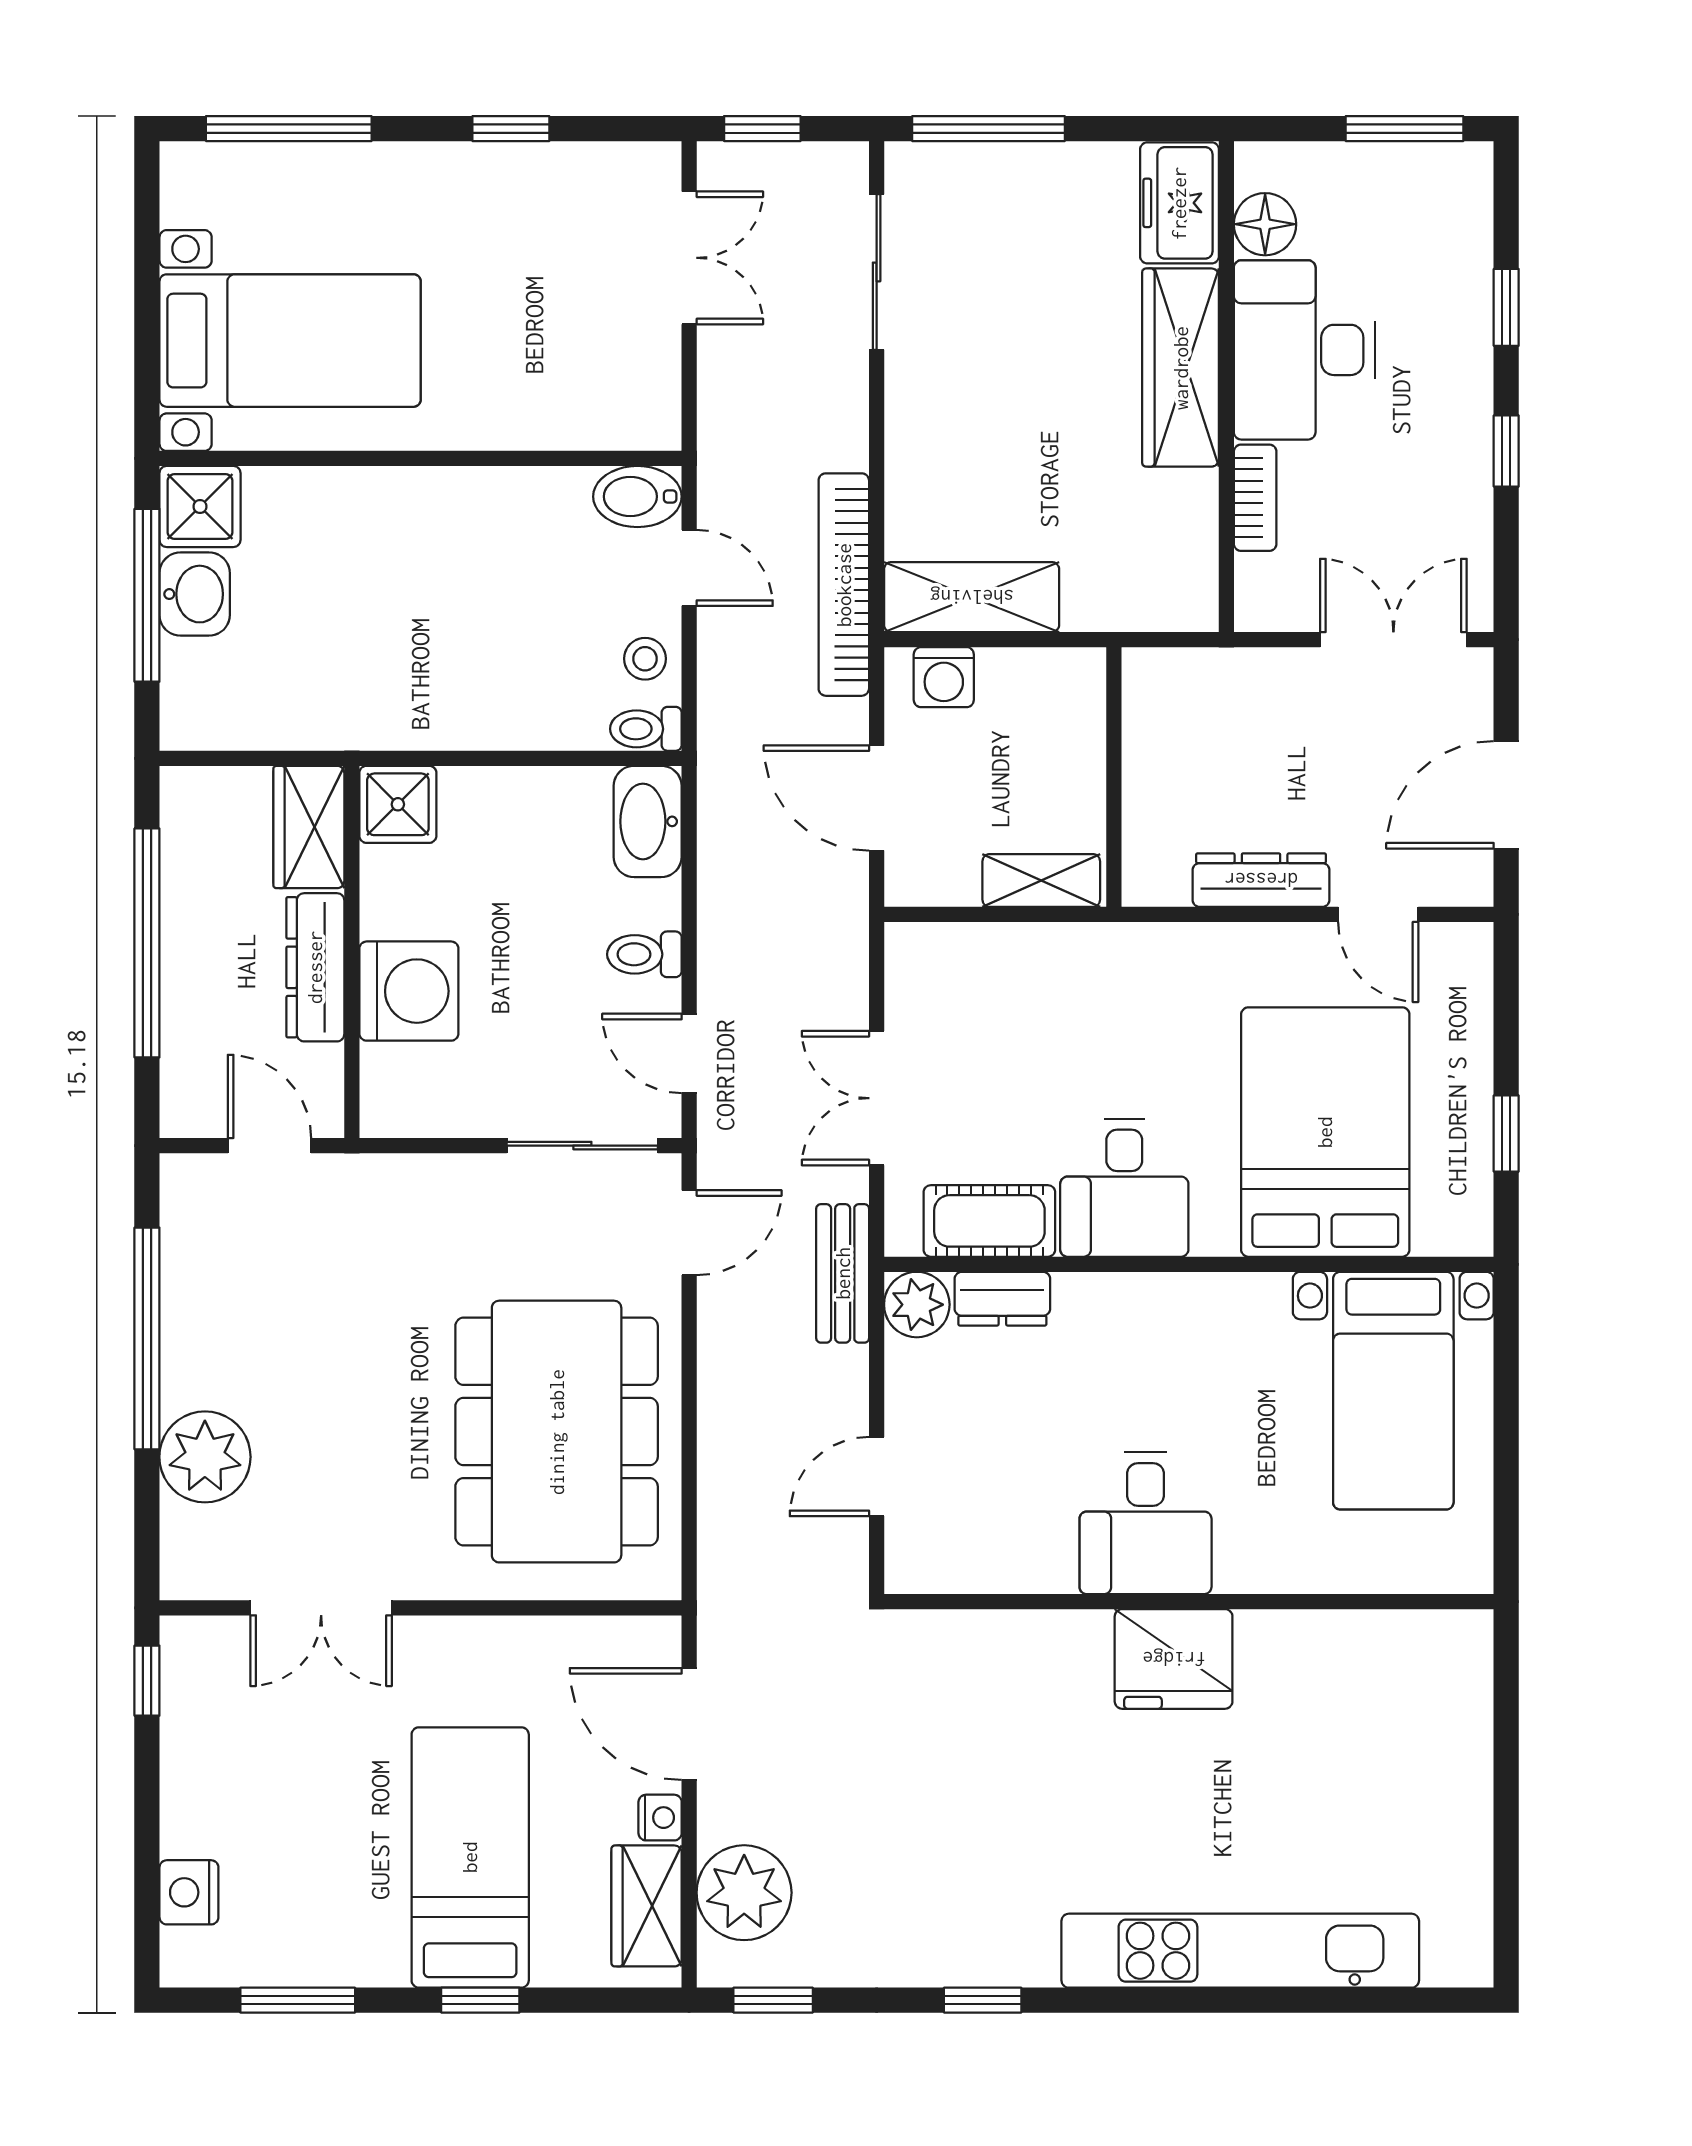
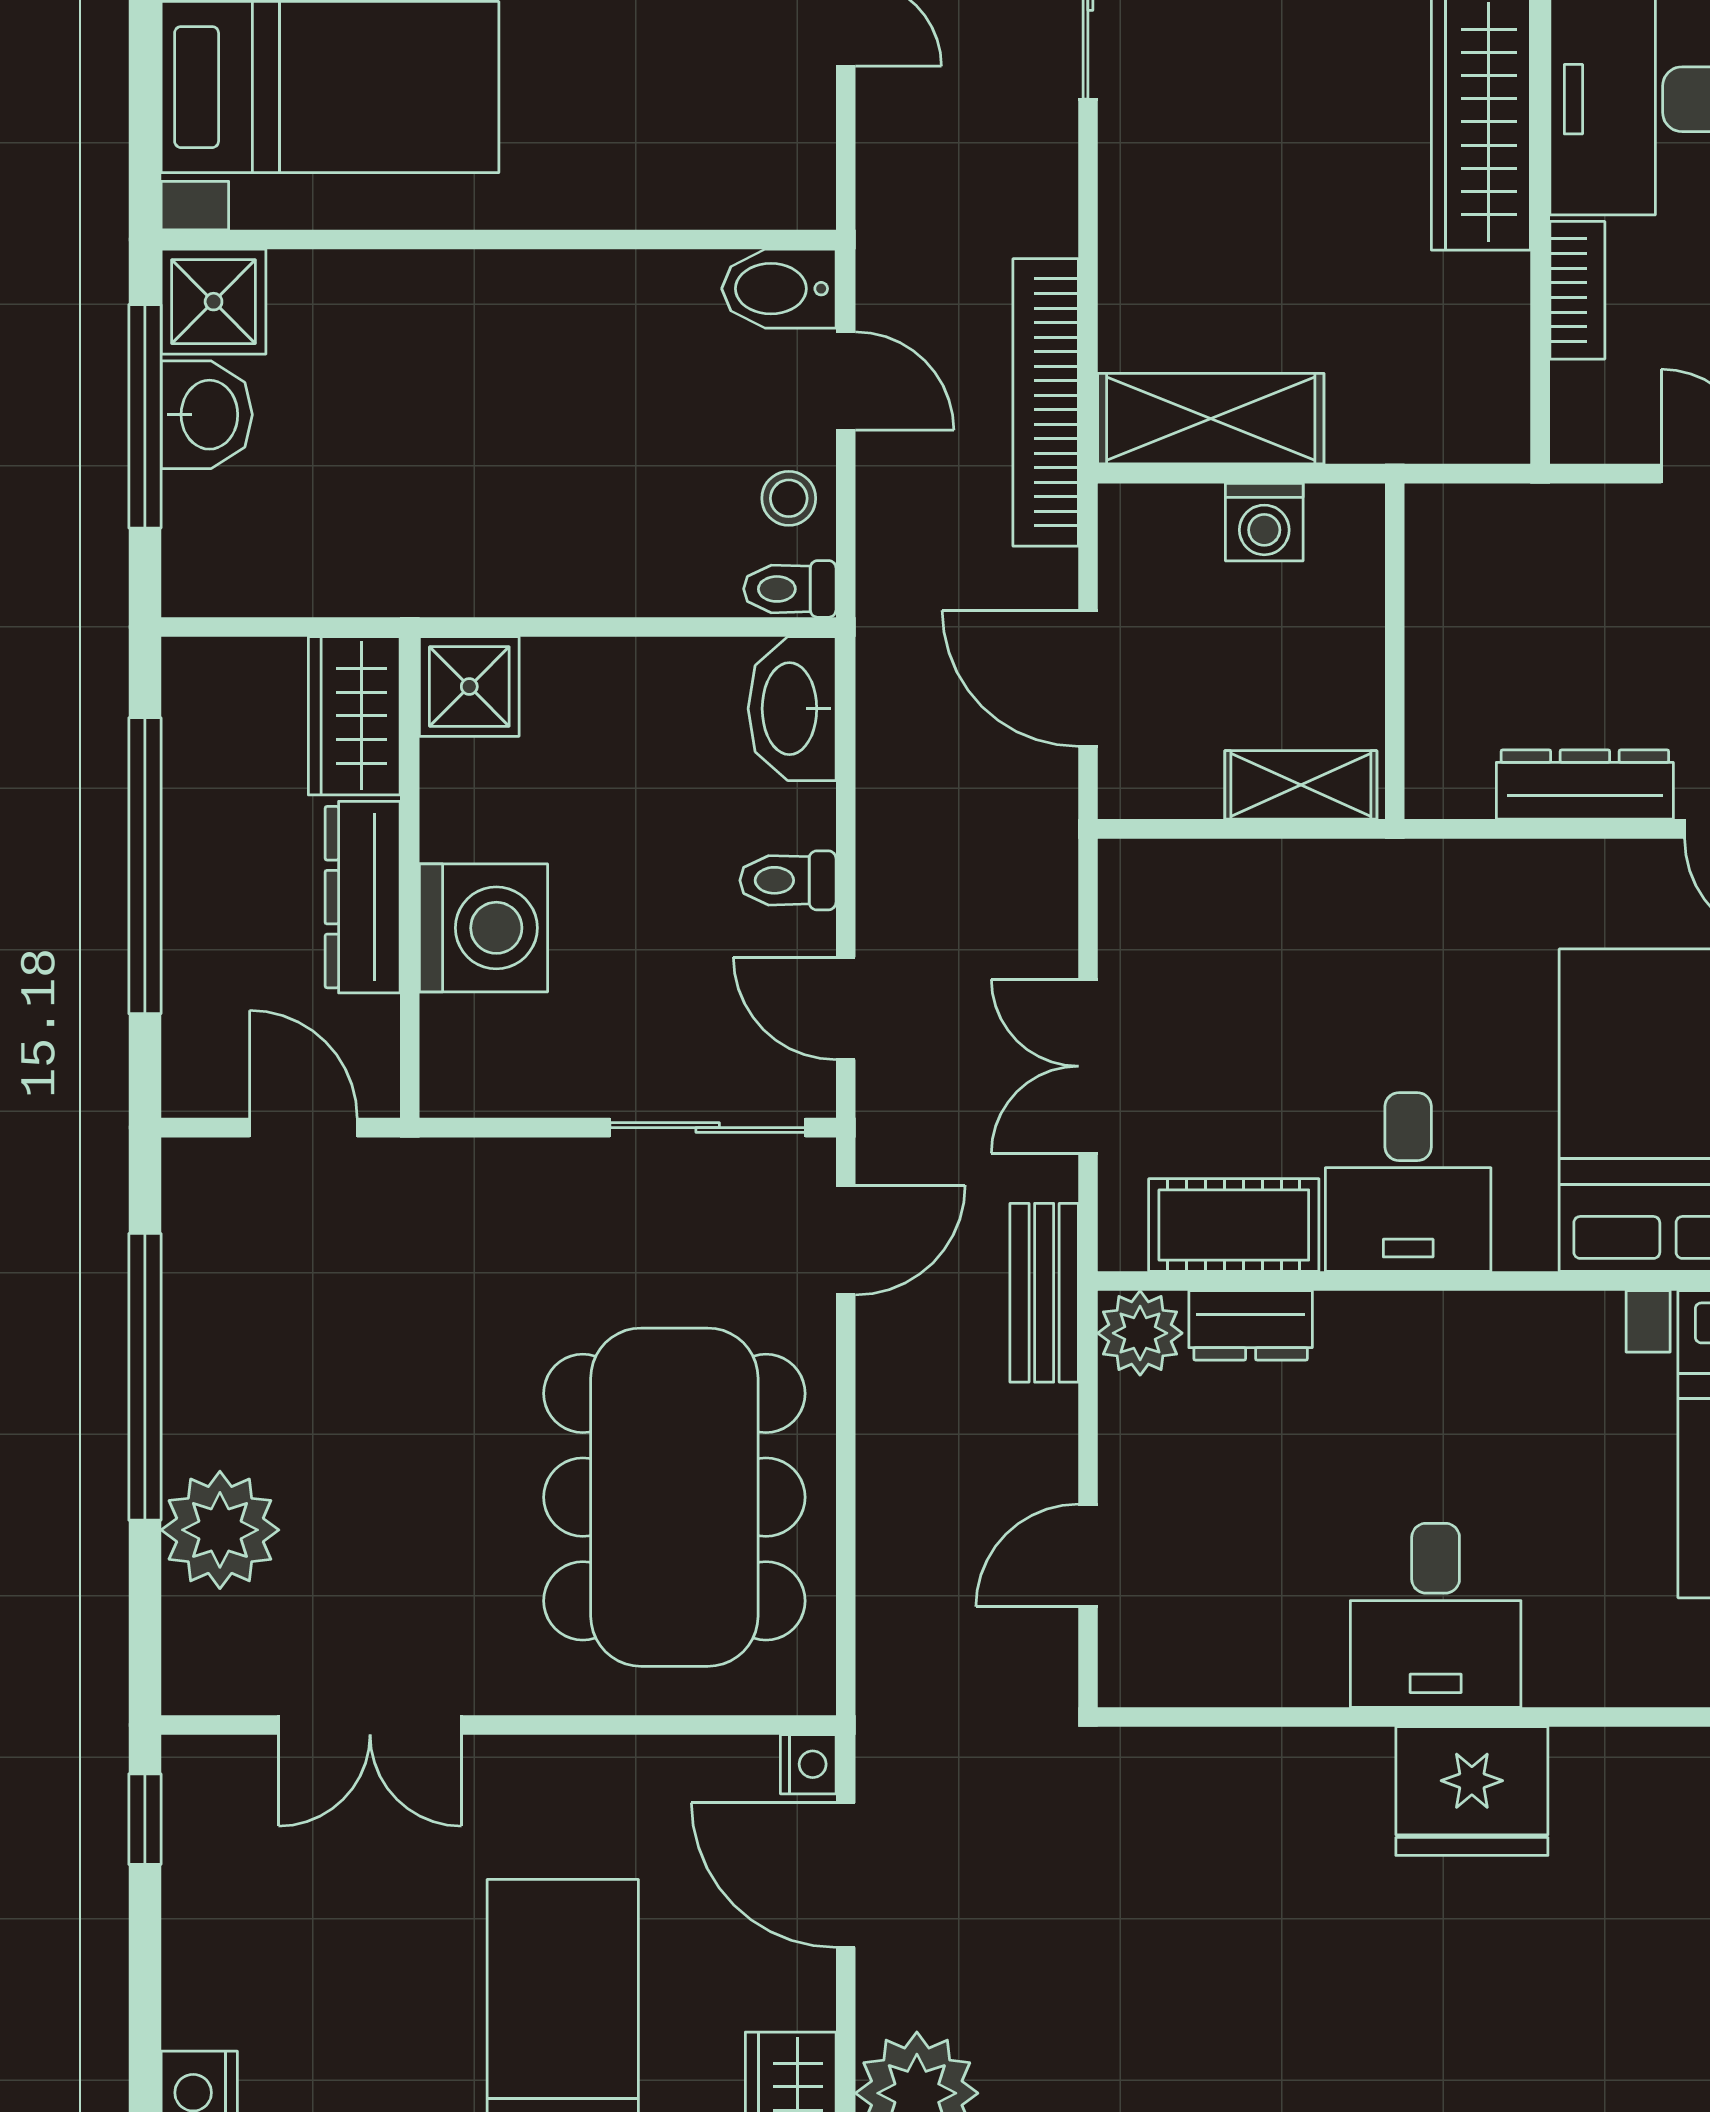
washing machine: (944, 677) -> (1264, 522), moved
nightstand: (660, 1818) -> (808, 1764), moved

